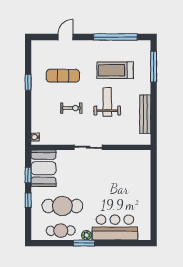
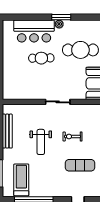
treadmill: (115, 70) -> (21, 180), moved, turned -90
cafe table: (61, 231) -> (41, 58), moved

